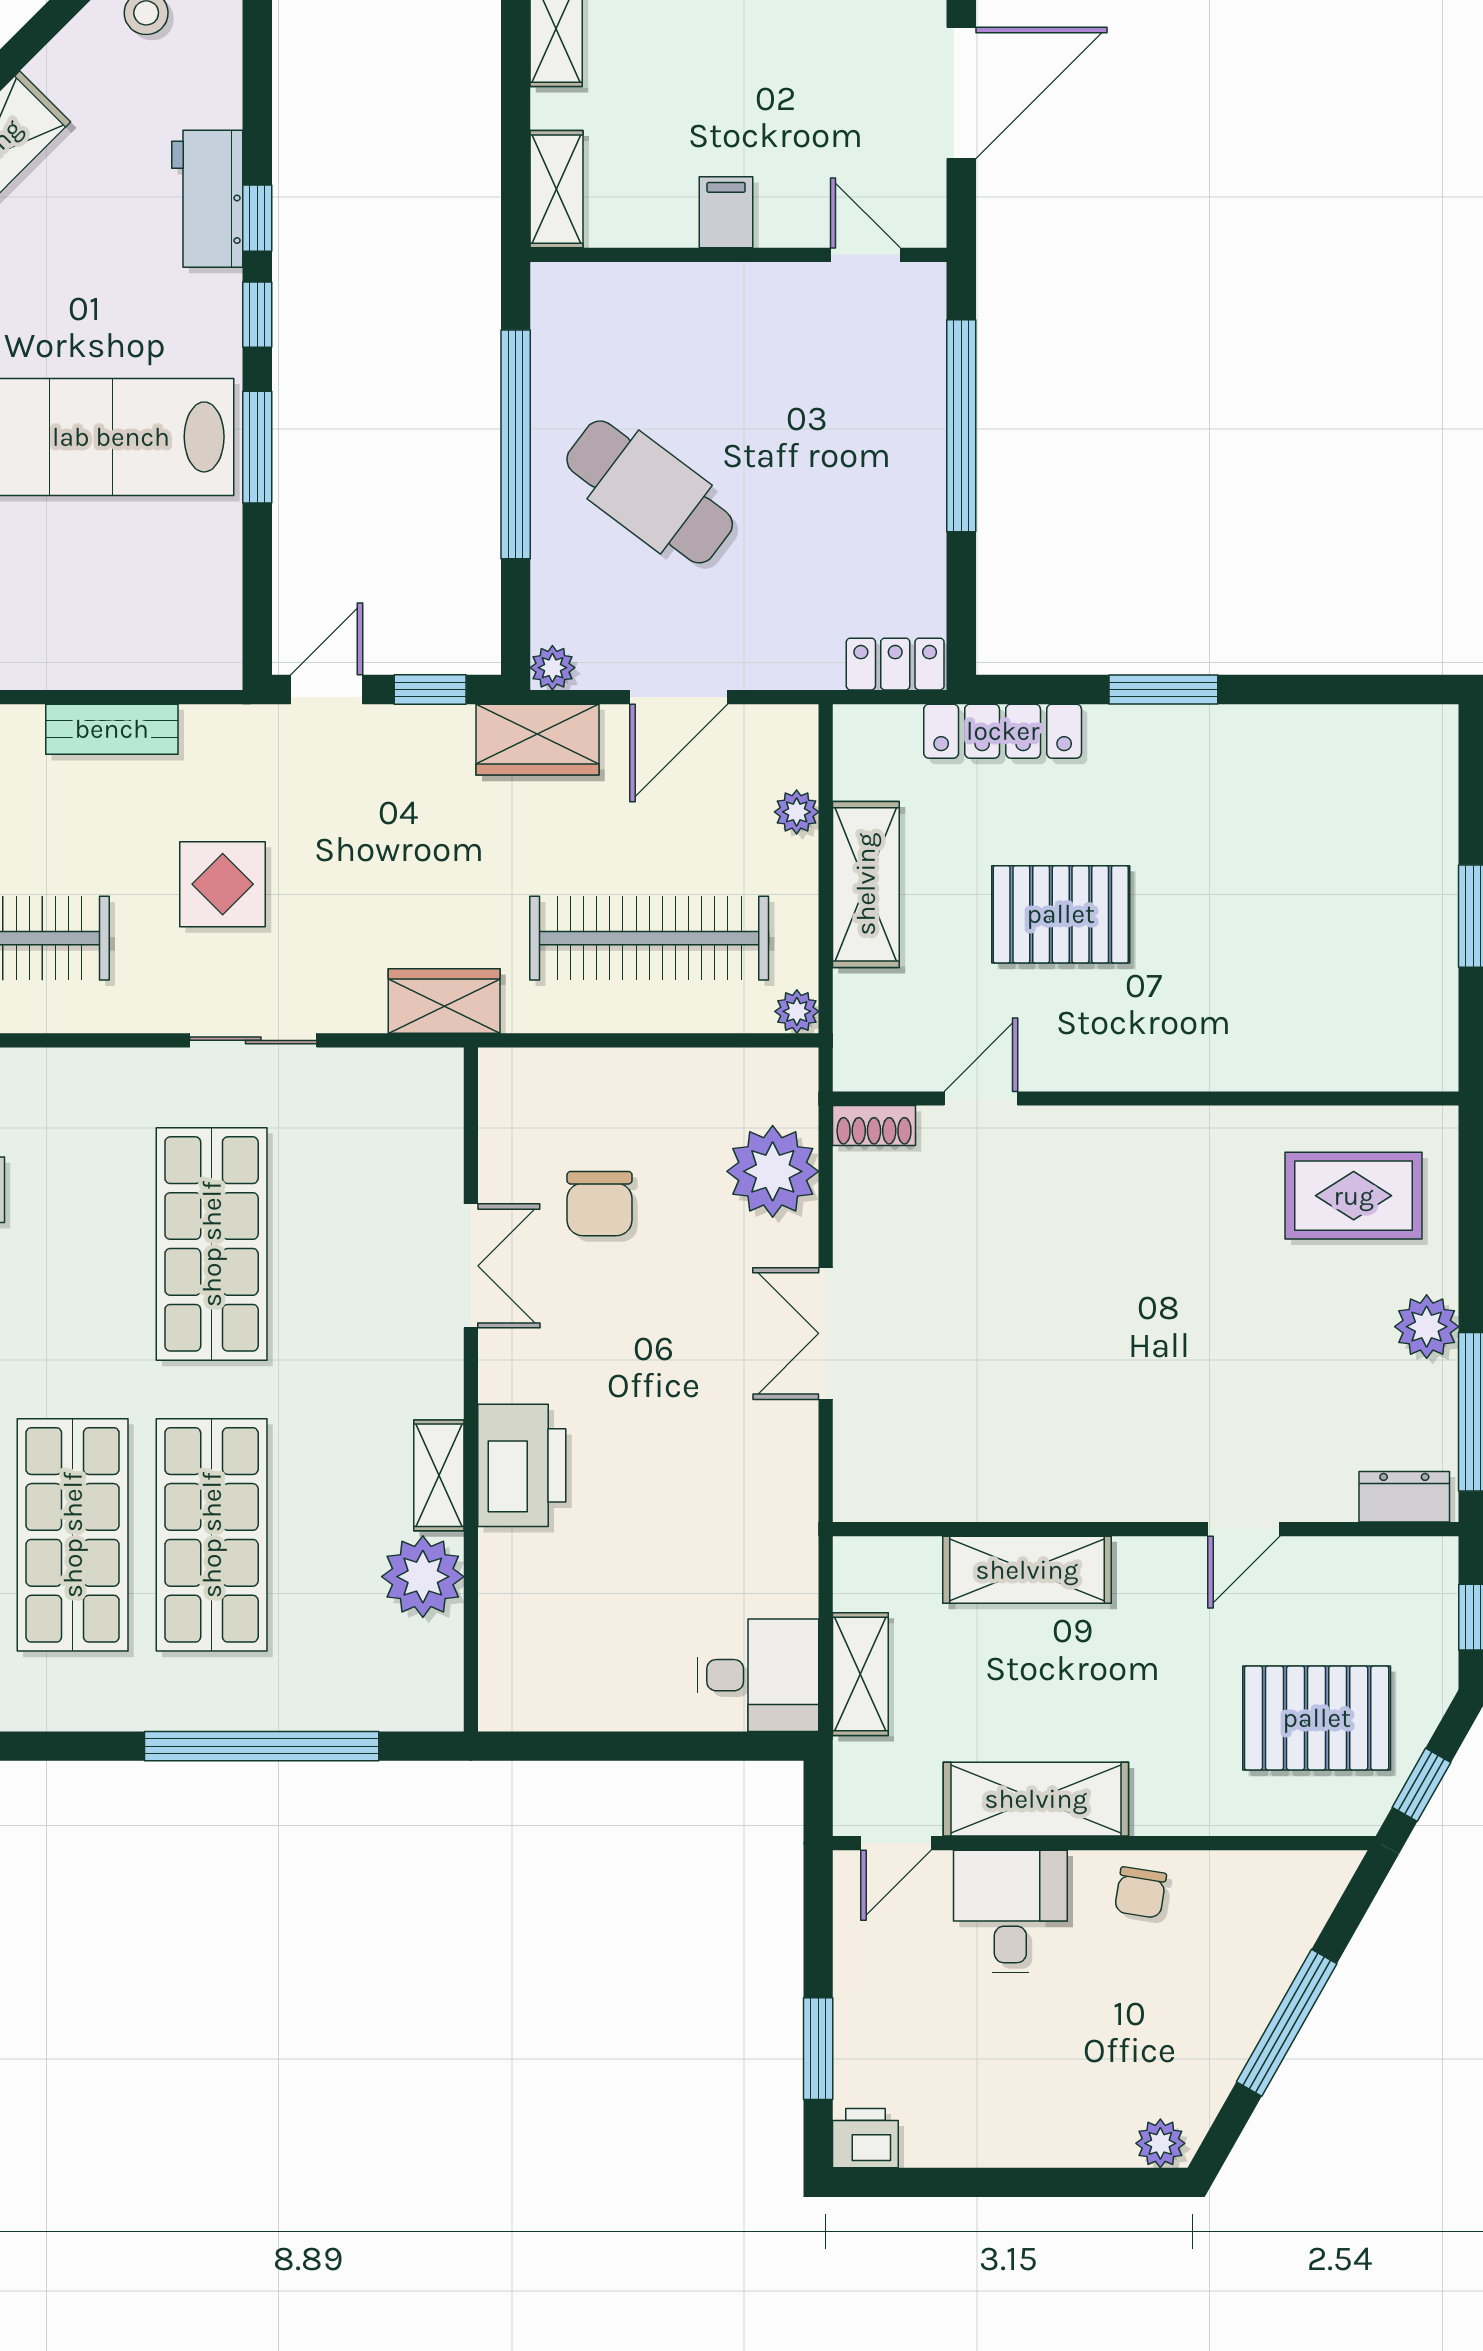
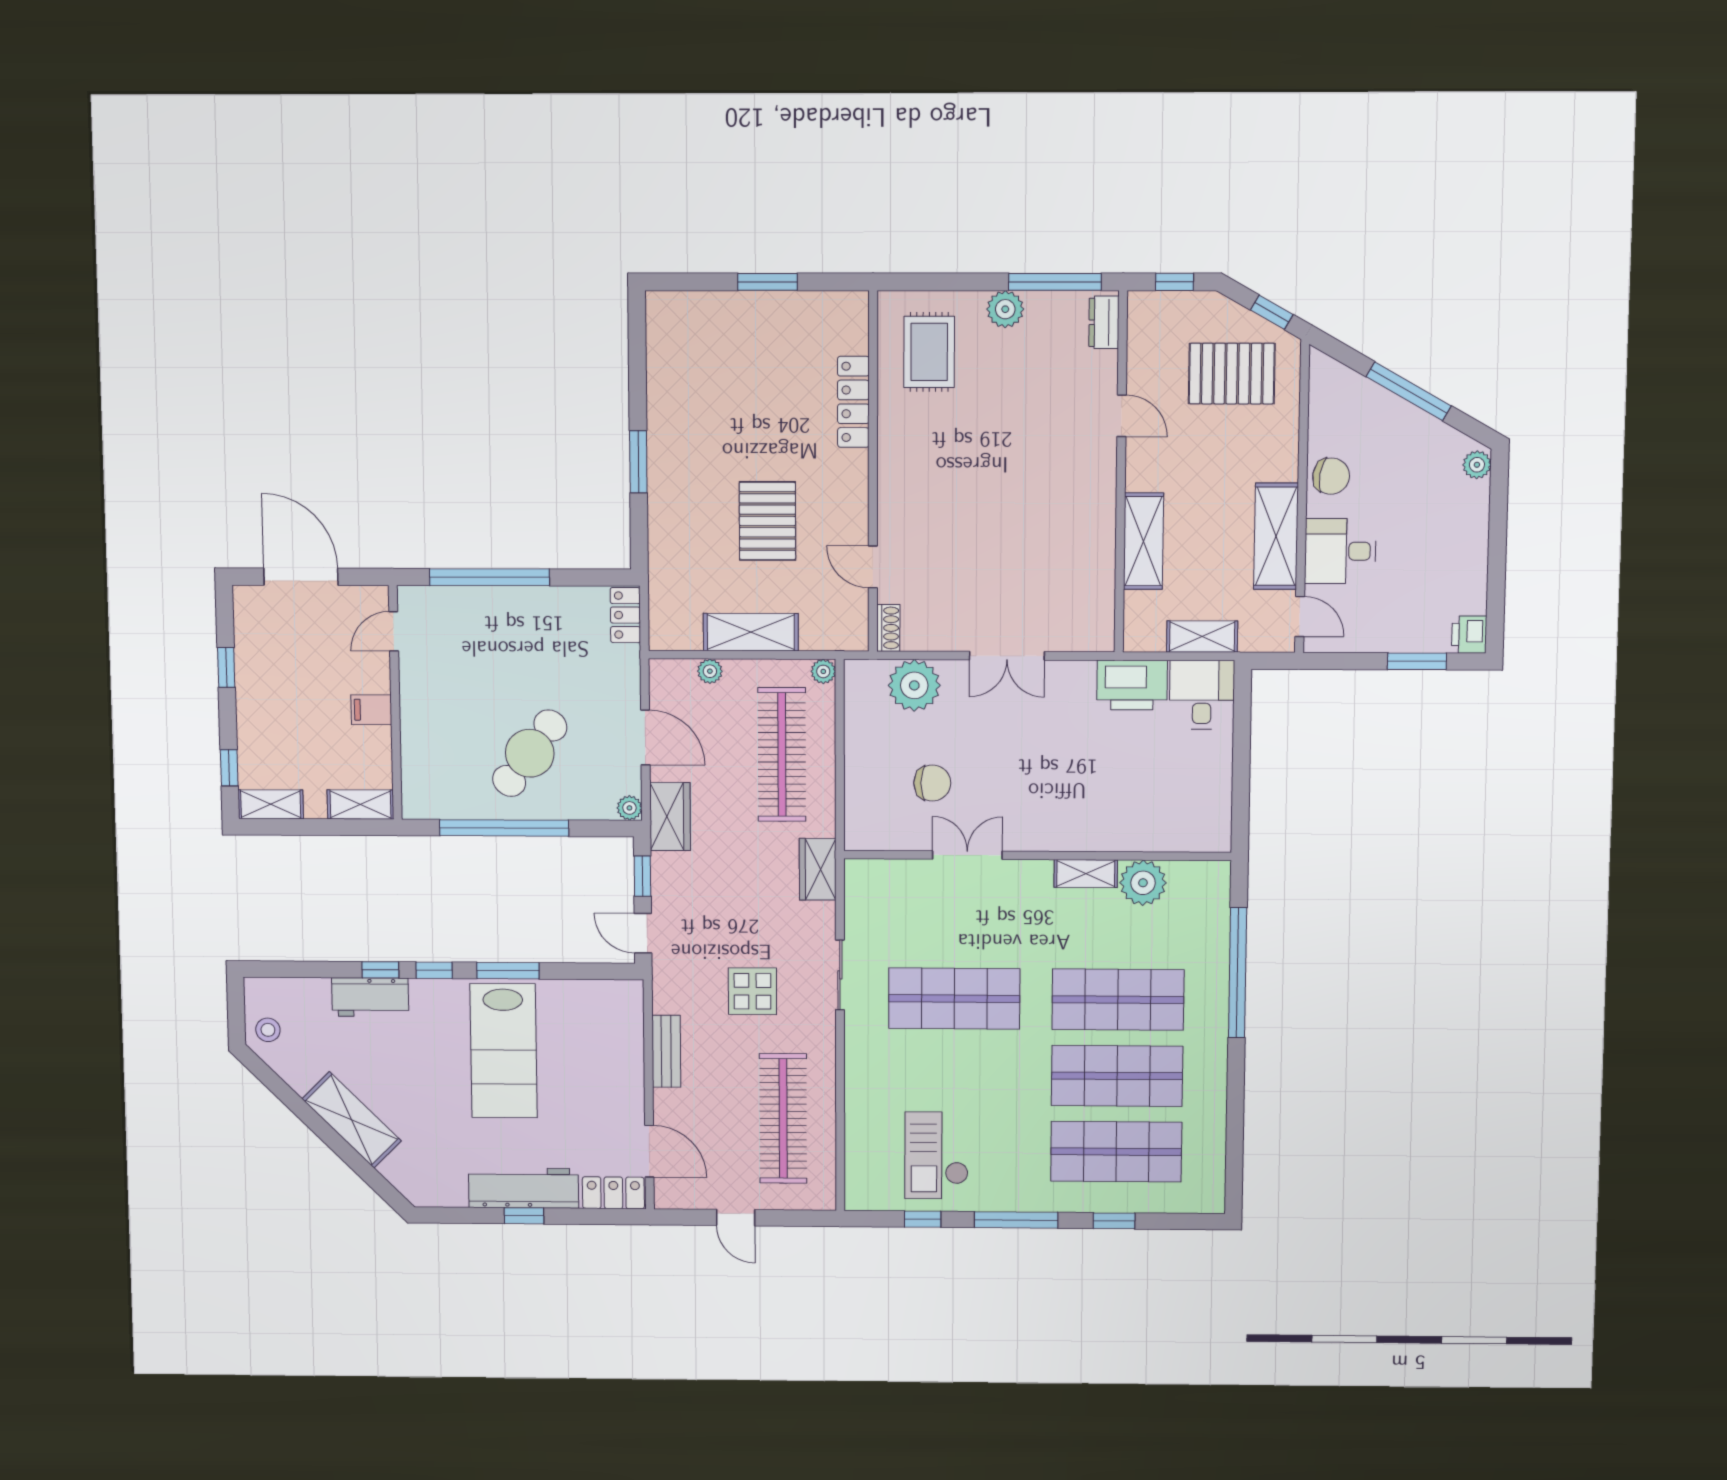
locker: (1003, 731) -> (853, 402), moved, turned 180
printer: (522, 1465) -> (1132, 685), moved, turned 180
pallet: (1317, 1718) -> (1232, 374), turned 90
chair: (1140, 1893) -> (1331, 476), width x1.37, depth x1.37

